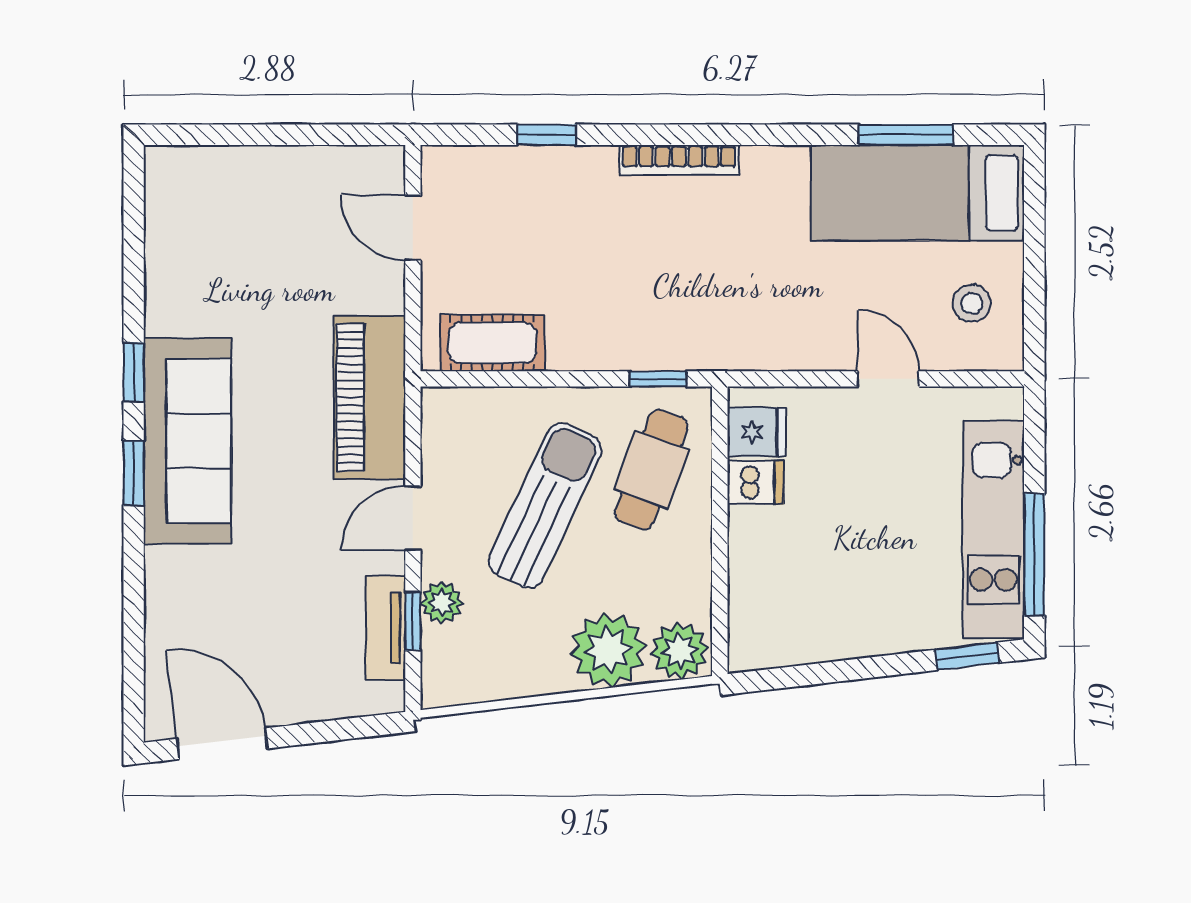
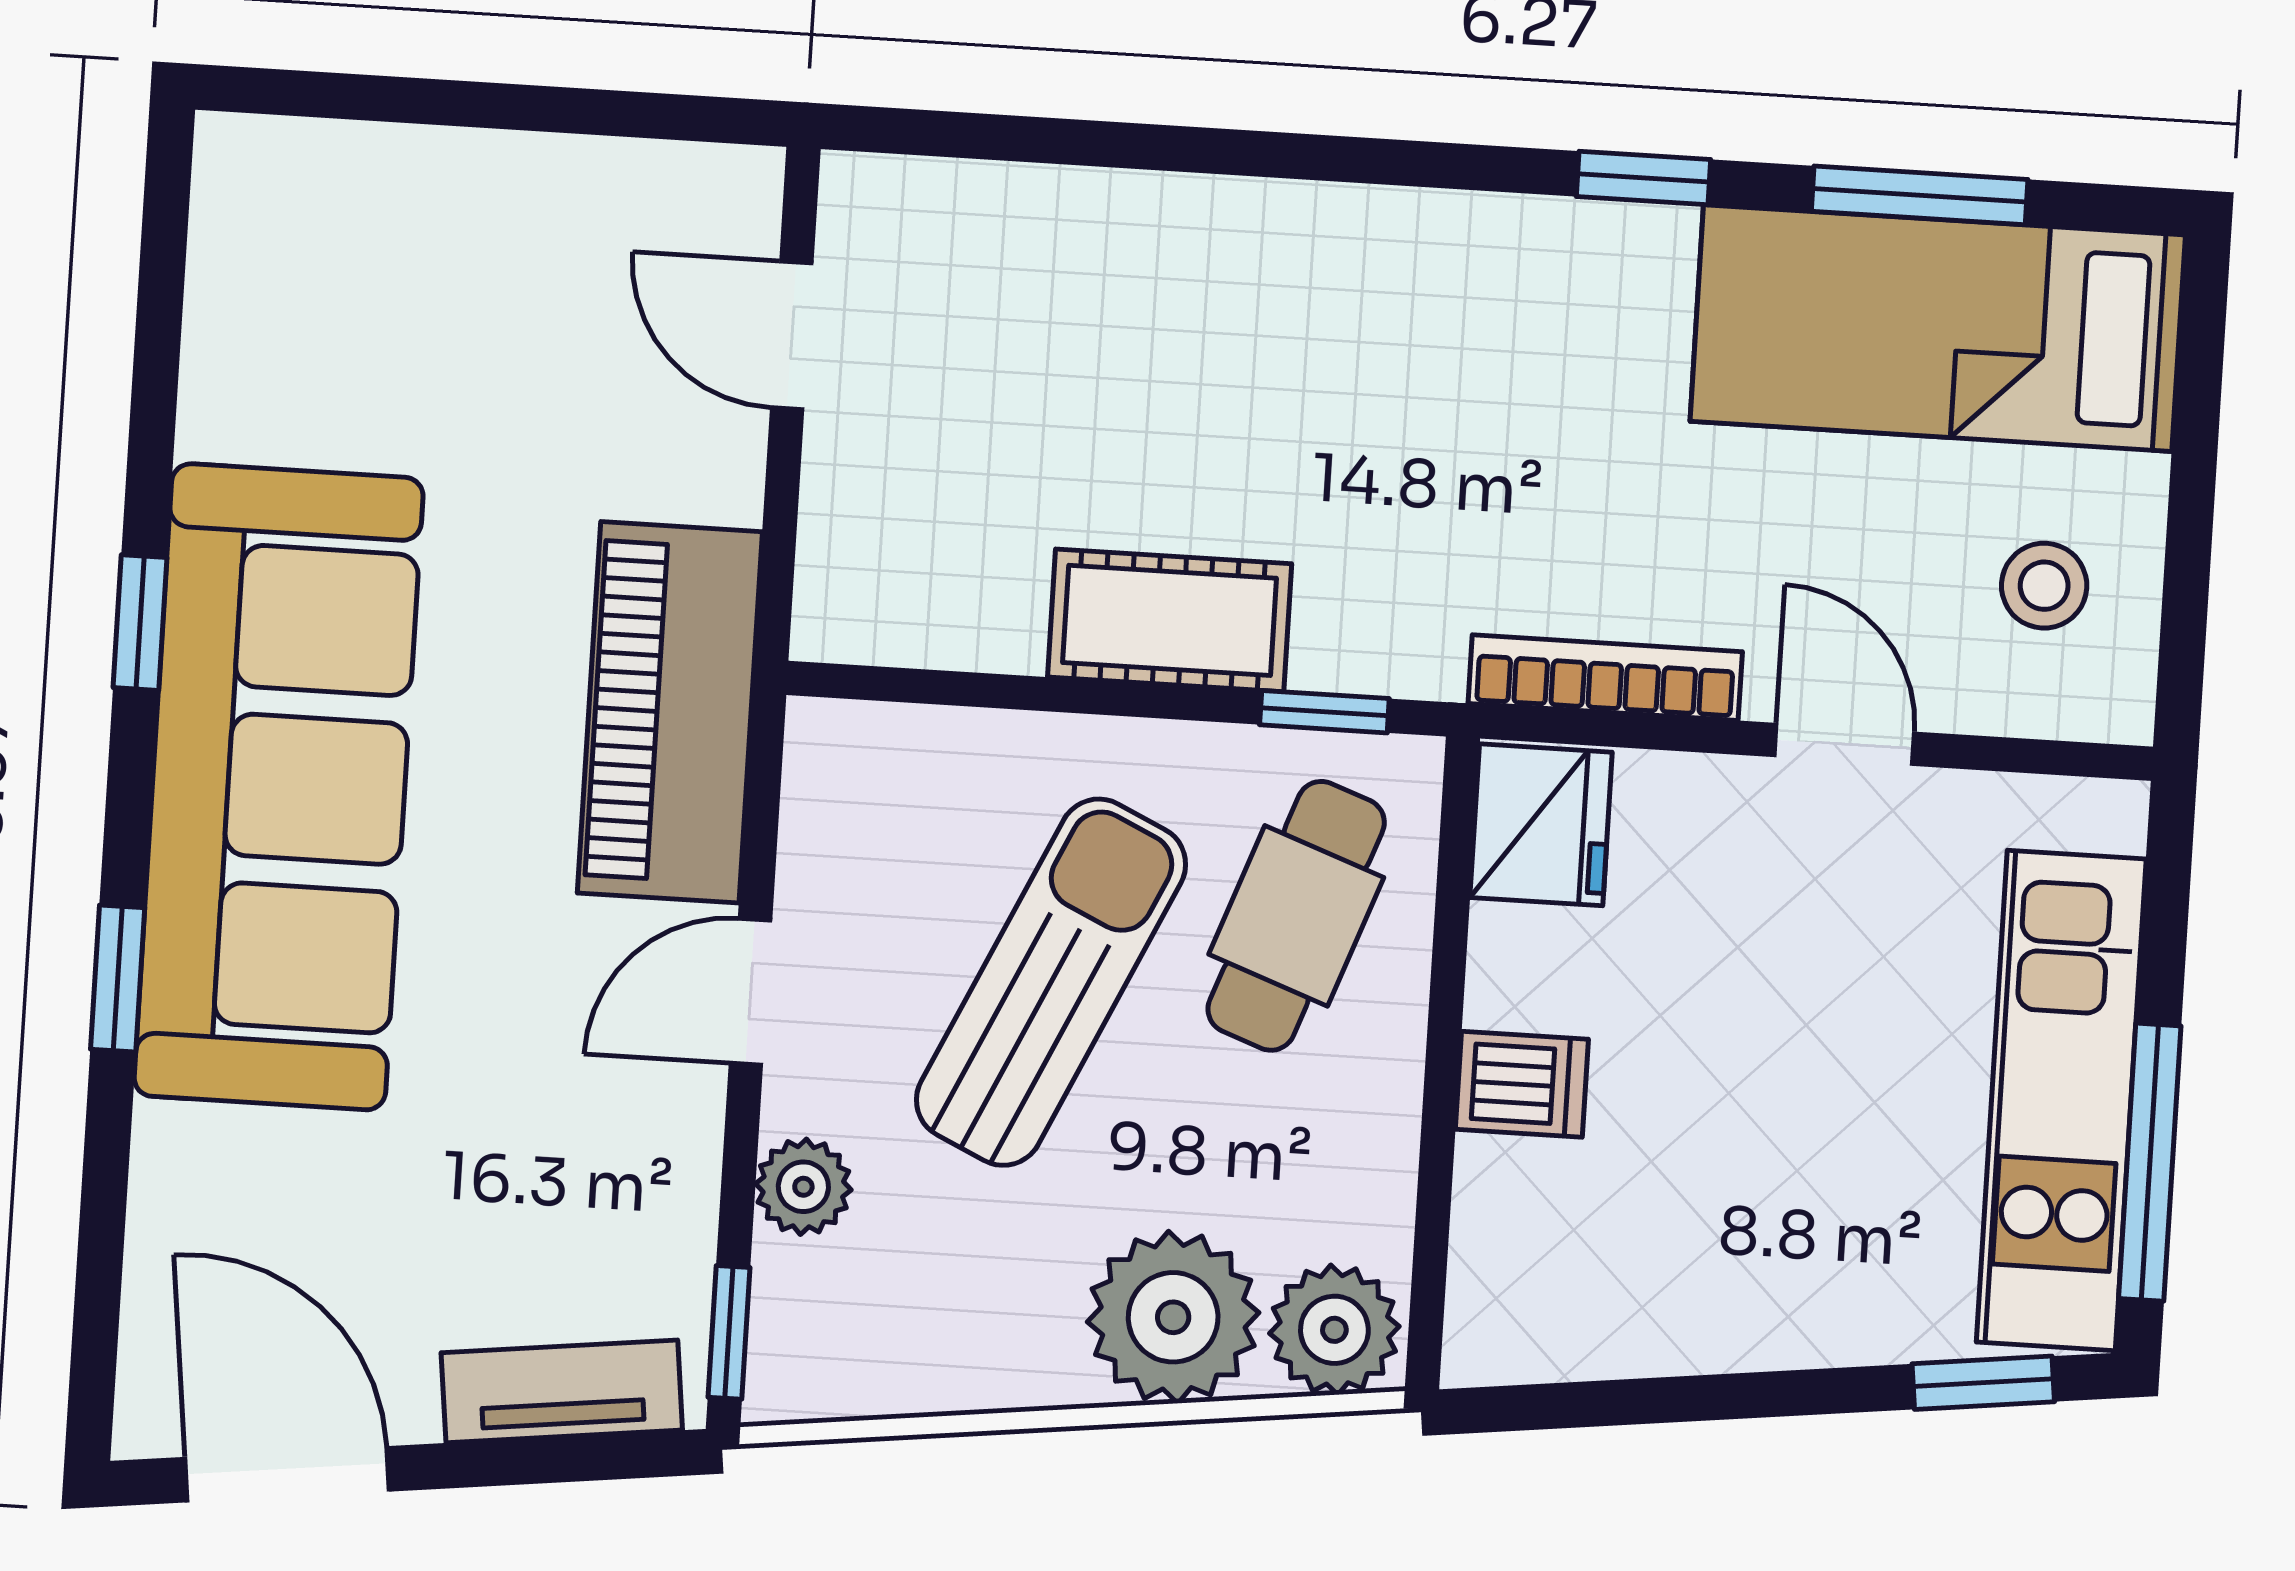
window: (547, 135) -> (1643, 178), moved
bookcase: (679, 160) -> (1605, 678), moved, turned 180
cot: (492, 343) -> (1170, 620), moved
fridge: (757, 432) -> (1541, 825), width x1.38
sofa: (187, 441) -> (279, 787), width x1.36, depth x1.27
window: (134, 473) -> (118, 978), moved
dishwasher: (755, 483) -> (1522, 1084), moved
window: (413, 621) -> (729, 1332), moved
tv unit: (385, 628) -> (562, 1391), moved, turned 83

